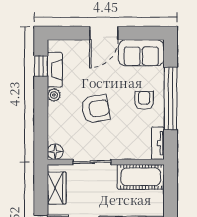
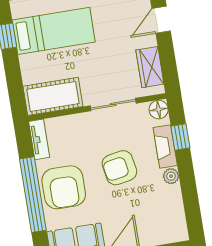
window: (41, 66) -> (180, 137), moved
fireplace: (55, 70) -> (165, 146), moved
armchair: (144, 100) -> (64, 187), width x1.88, depth x1.88

